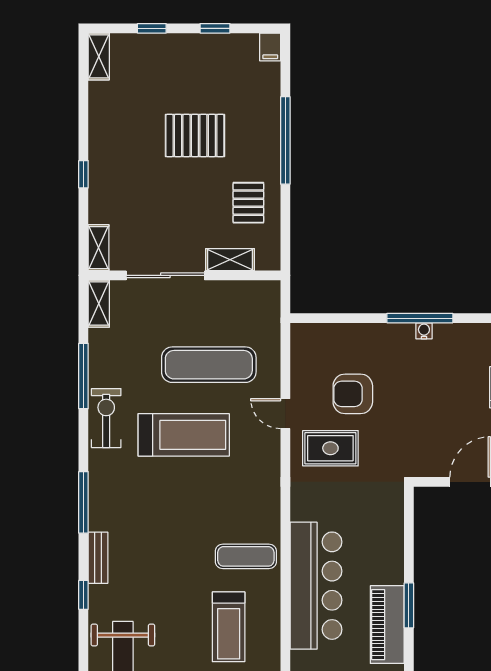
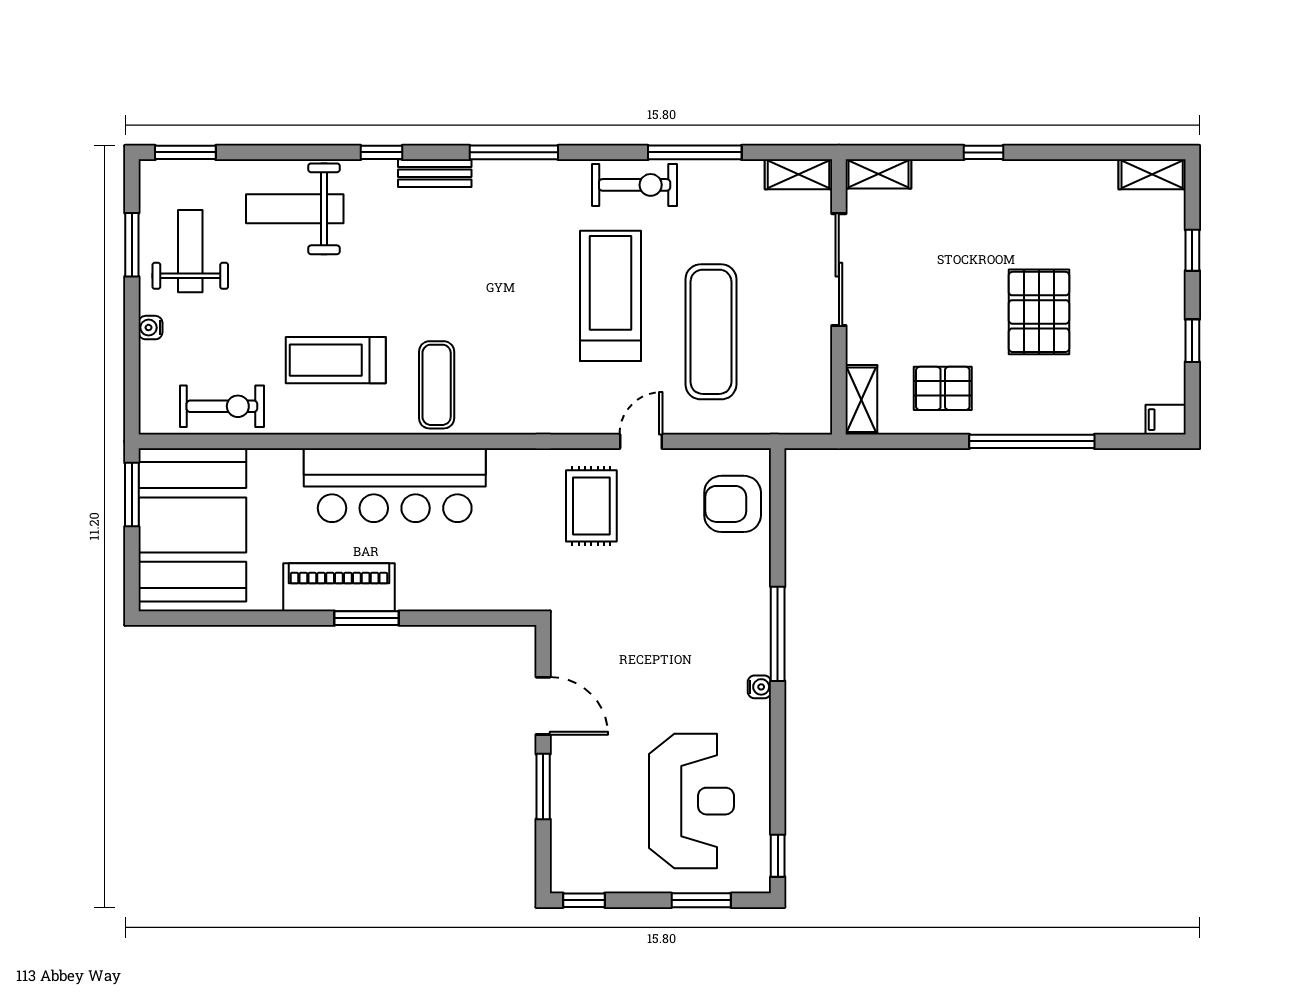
shelving: (230, 260) -> (861, 400), moved
water cooler: (424, 331) -> (759, 687), moved
armchair: (353, 394) -> (733, 504), moved, turned -90
treadmill: (184, 435) -> (610, 296), turned 180

